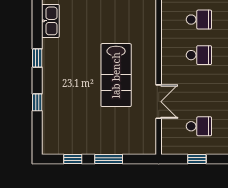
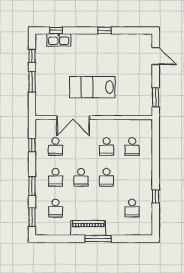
kitchen sink: (50, 21) -> (59, 40), moved
window: (37, 102) -> (56, 30), moved
double door: (159, 102) -> (73, 118), width x1.37

